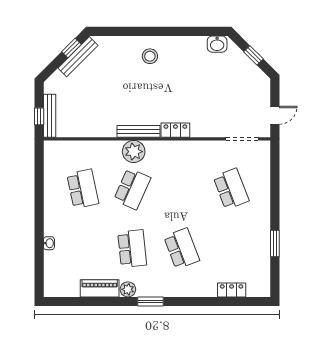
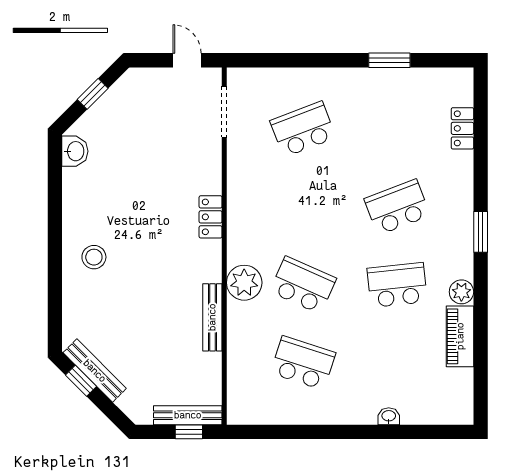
bench: (139, 131) -> (212, 317), moved
school desk: (83, 189) -> (303, 363), turned 30
window: (151, 301) -> (481, 232), moved

